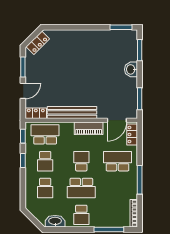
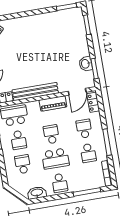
washbasin: (131, 69) -> (86, 64), moved
school desk: (117, 161) -> (84, 129), width x0.54
school desk: (45, 188) -> (23, 164), turned 180
school desk: (117, 188) -> (88, 153), added

